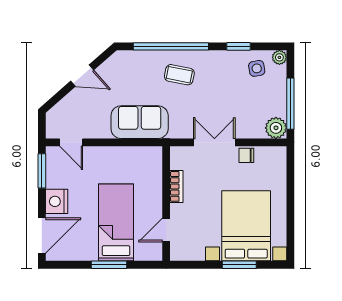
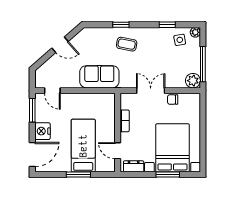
window: (171, 46) -> (121, 25), width x0.32
door: (166, 230) -> (118, 151), hinge flipped
dresser: (190, 253) -> (134, 166), added

